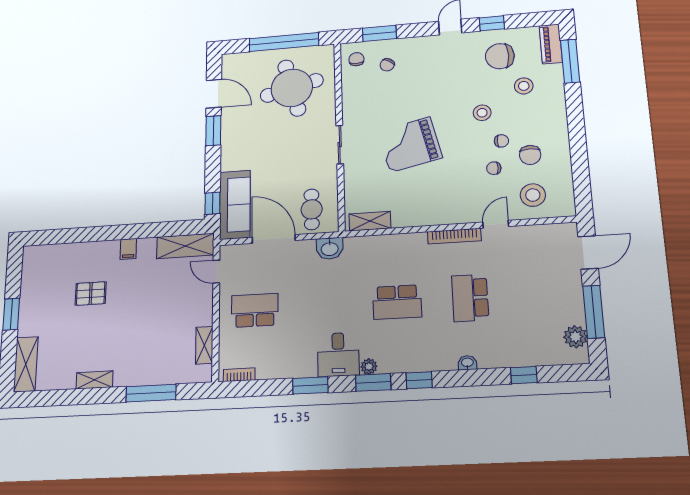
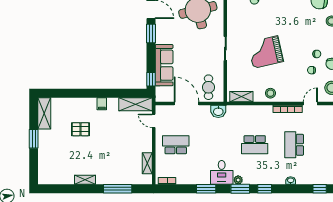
stool: (482, 113) -> (270, 93), moved
sofa: (235, 205) -> (164, 65), moved
shelving: (26, 364) -> (44, 113), moved

